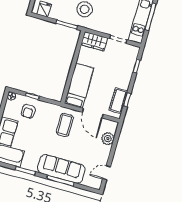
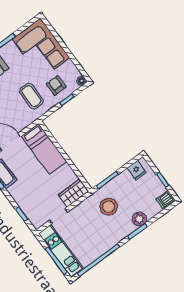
coffee table: (65, 125) -> (31, 96), moved

